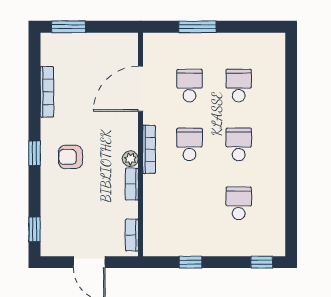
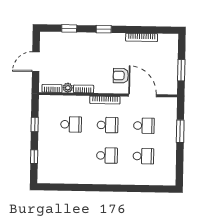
window: (68, 27) -> (181, 70), moved
armchair: (70, 157) -> (121, 76), moved, turned -90
plant: (130, 159) -> (68, 88), moved
school desk: (239, 203) -> (71, 124), moved
window: (35, 229) -> (69, 28), moved
window: (262, 262) -> (34, 157), moved

